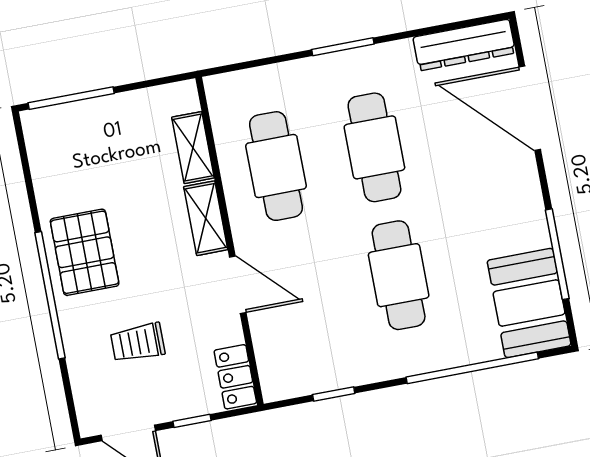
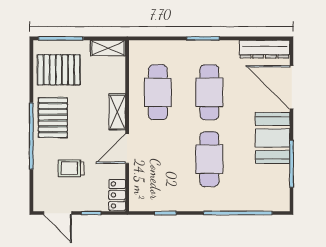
shelving: (193, 148) -> (108, 48), moved, turned 90
pallet: (79, 159) -> (59, 70), added
door: (238, 285) -> (127, 149), swing flipped
booth: (529, 303) -> (273, 138), moved

